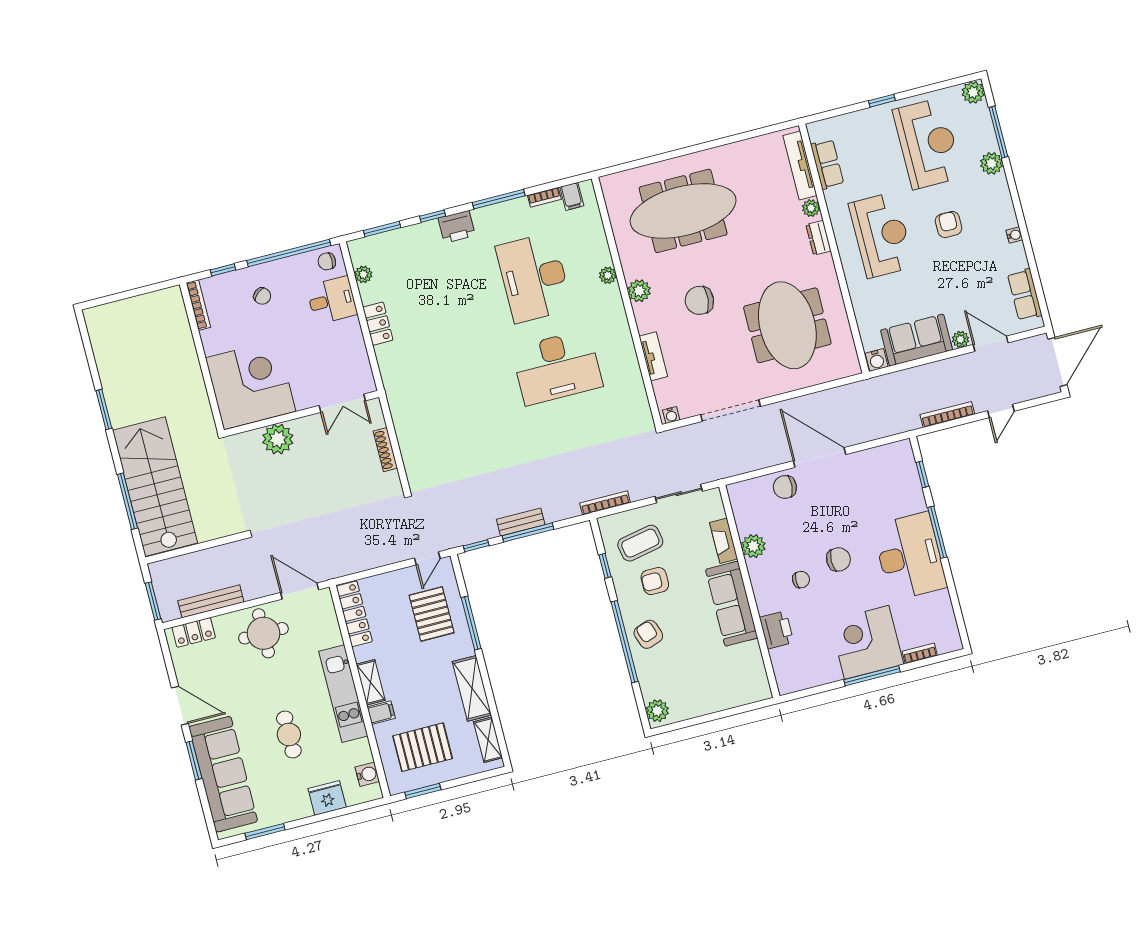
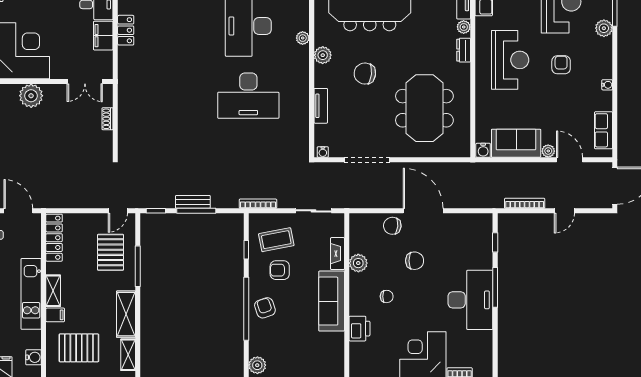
filing cabinet: (351, 338) -> (103, 36), added
shoe rack: (385, 450) -> (108, 119), width x0.70
chair: (838, 559) -> (415, 261), moved

